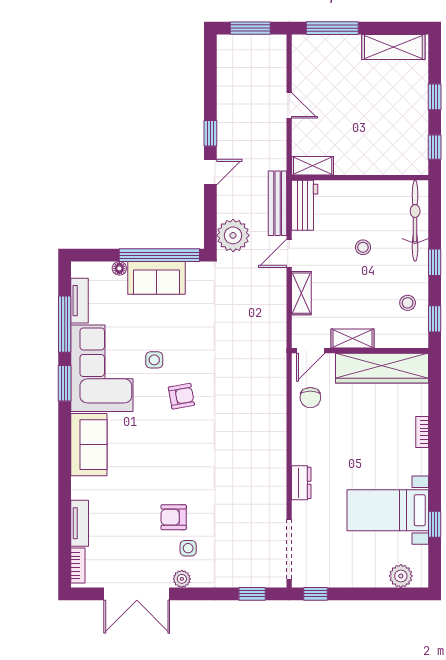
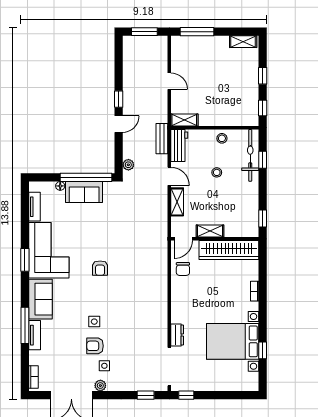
shelving: (393, 47) -> (243, 42), width x0.67, depth x0.75
bench: (278, 203) -> (162, 139), width x0.73
plant: (233, 235) -> (128, 165), width x0.53, depth x0.53
door: (289, 253) -> (169, 176), swing flipped
window: (435, 262) -> (263, 160), moved
stool: (408, 303) -> (222, 138), moved
window: (65, 324) -> (25, 325), moved
side table: (154, 360) -> (94, 322), moved
armchair: (181, 396) -> (100, 268), turned 100
dresser: (301, 483) -> (177, 335), moved
bed with nightstands: (388, 510) -> (233, 341), width x1.36
tv unit: (80, 523) -> (35, 335), moved
plant: (401, 576) -> (241, 384), removed

